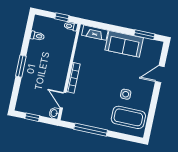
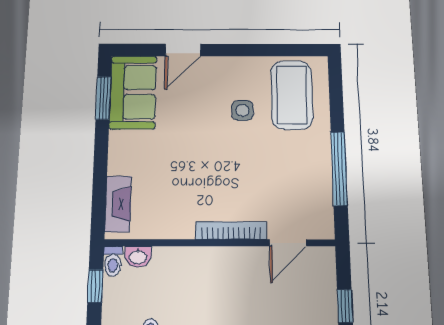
sofa: (124, 44) -> (133, 92), moved
door: (160, 74) -> (183, 50), hinge flipped
washbasin: (54, 113) -> (138, 257), moved

